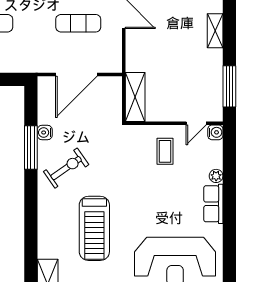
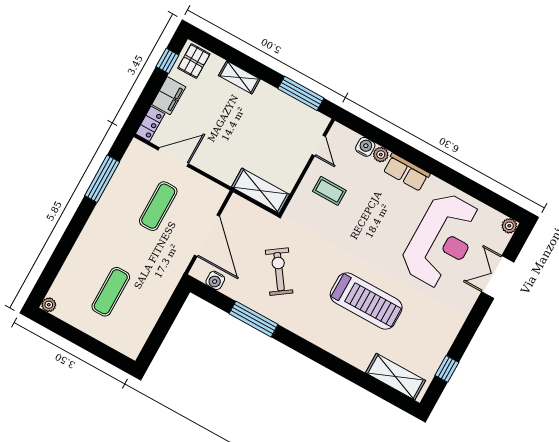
water cooler: (215, 132) -> (365, 147), moved
water cooler: (45, 133) -> (215, 280), moved
exercise bike: (66, 168) -> (279, 272), moved

